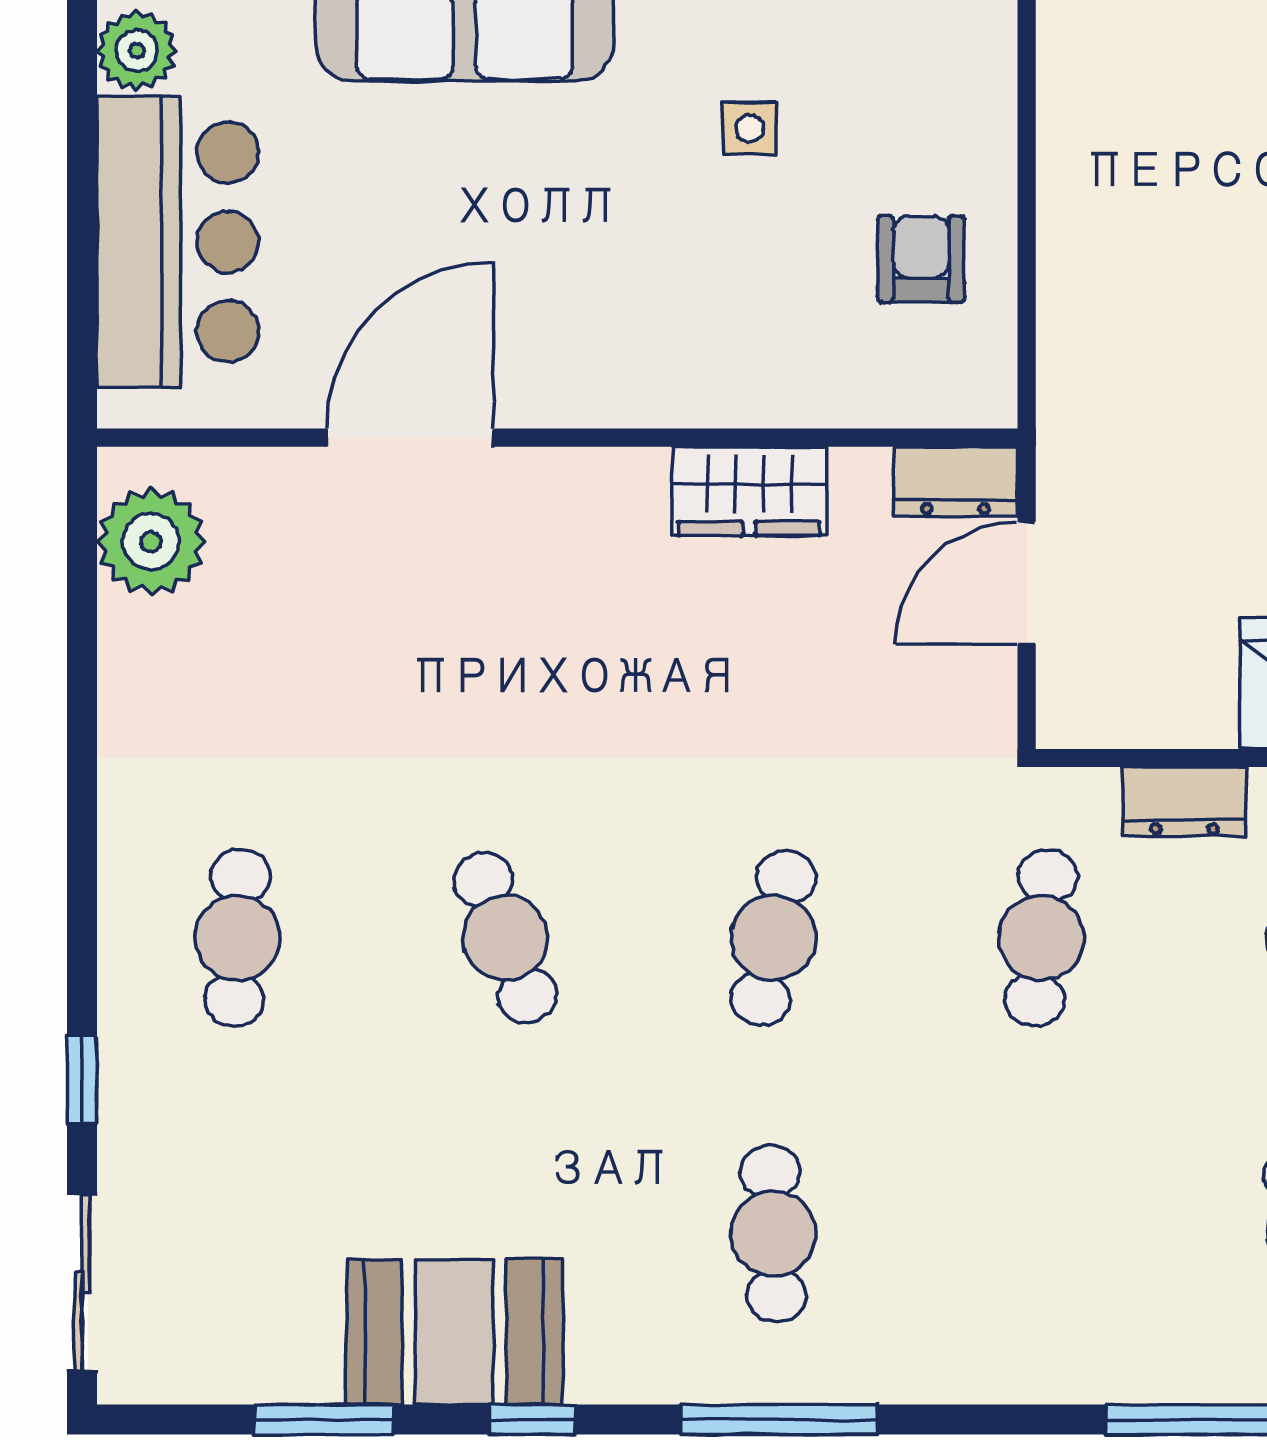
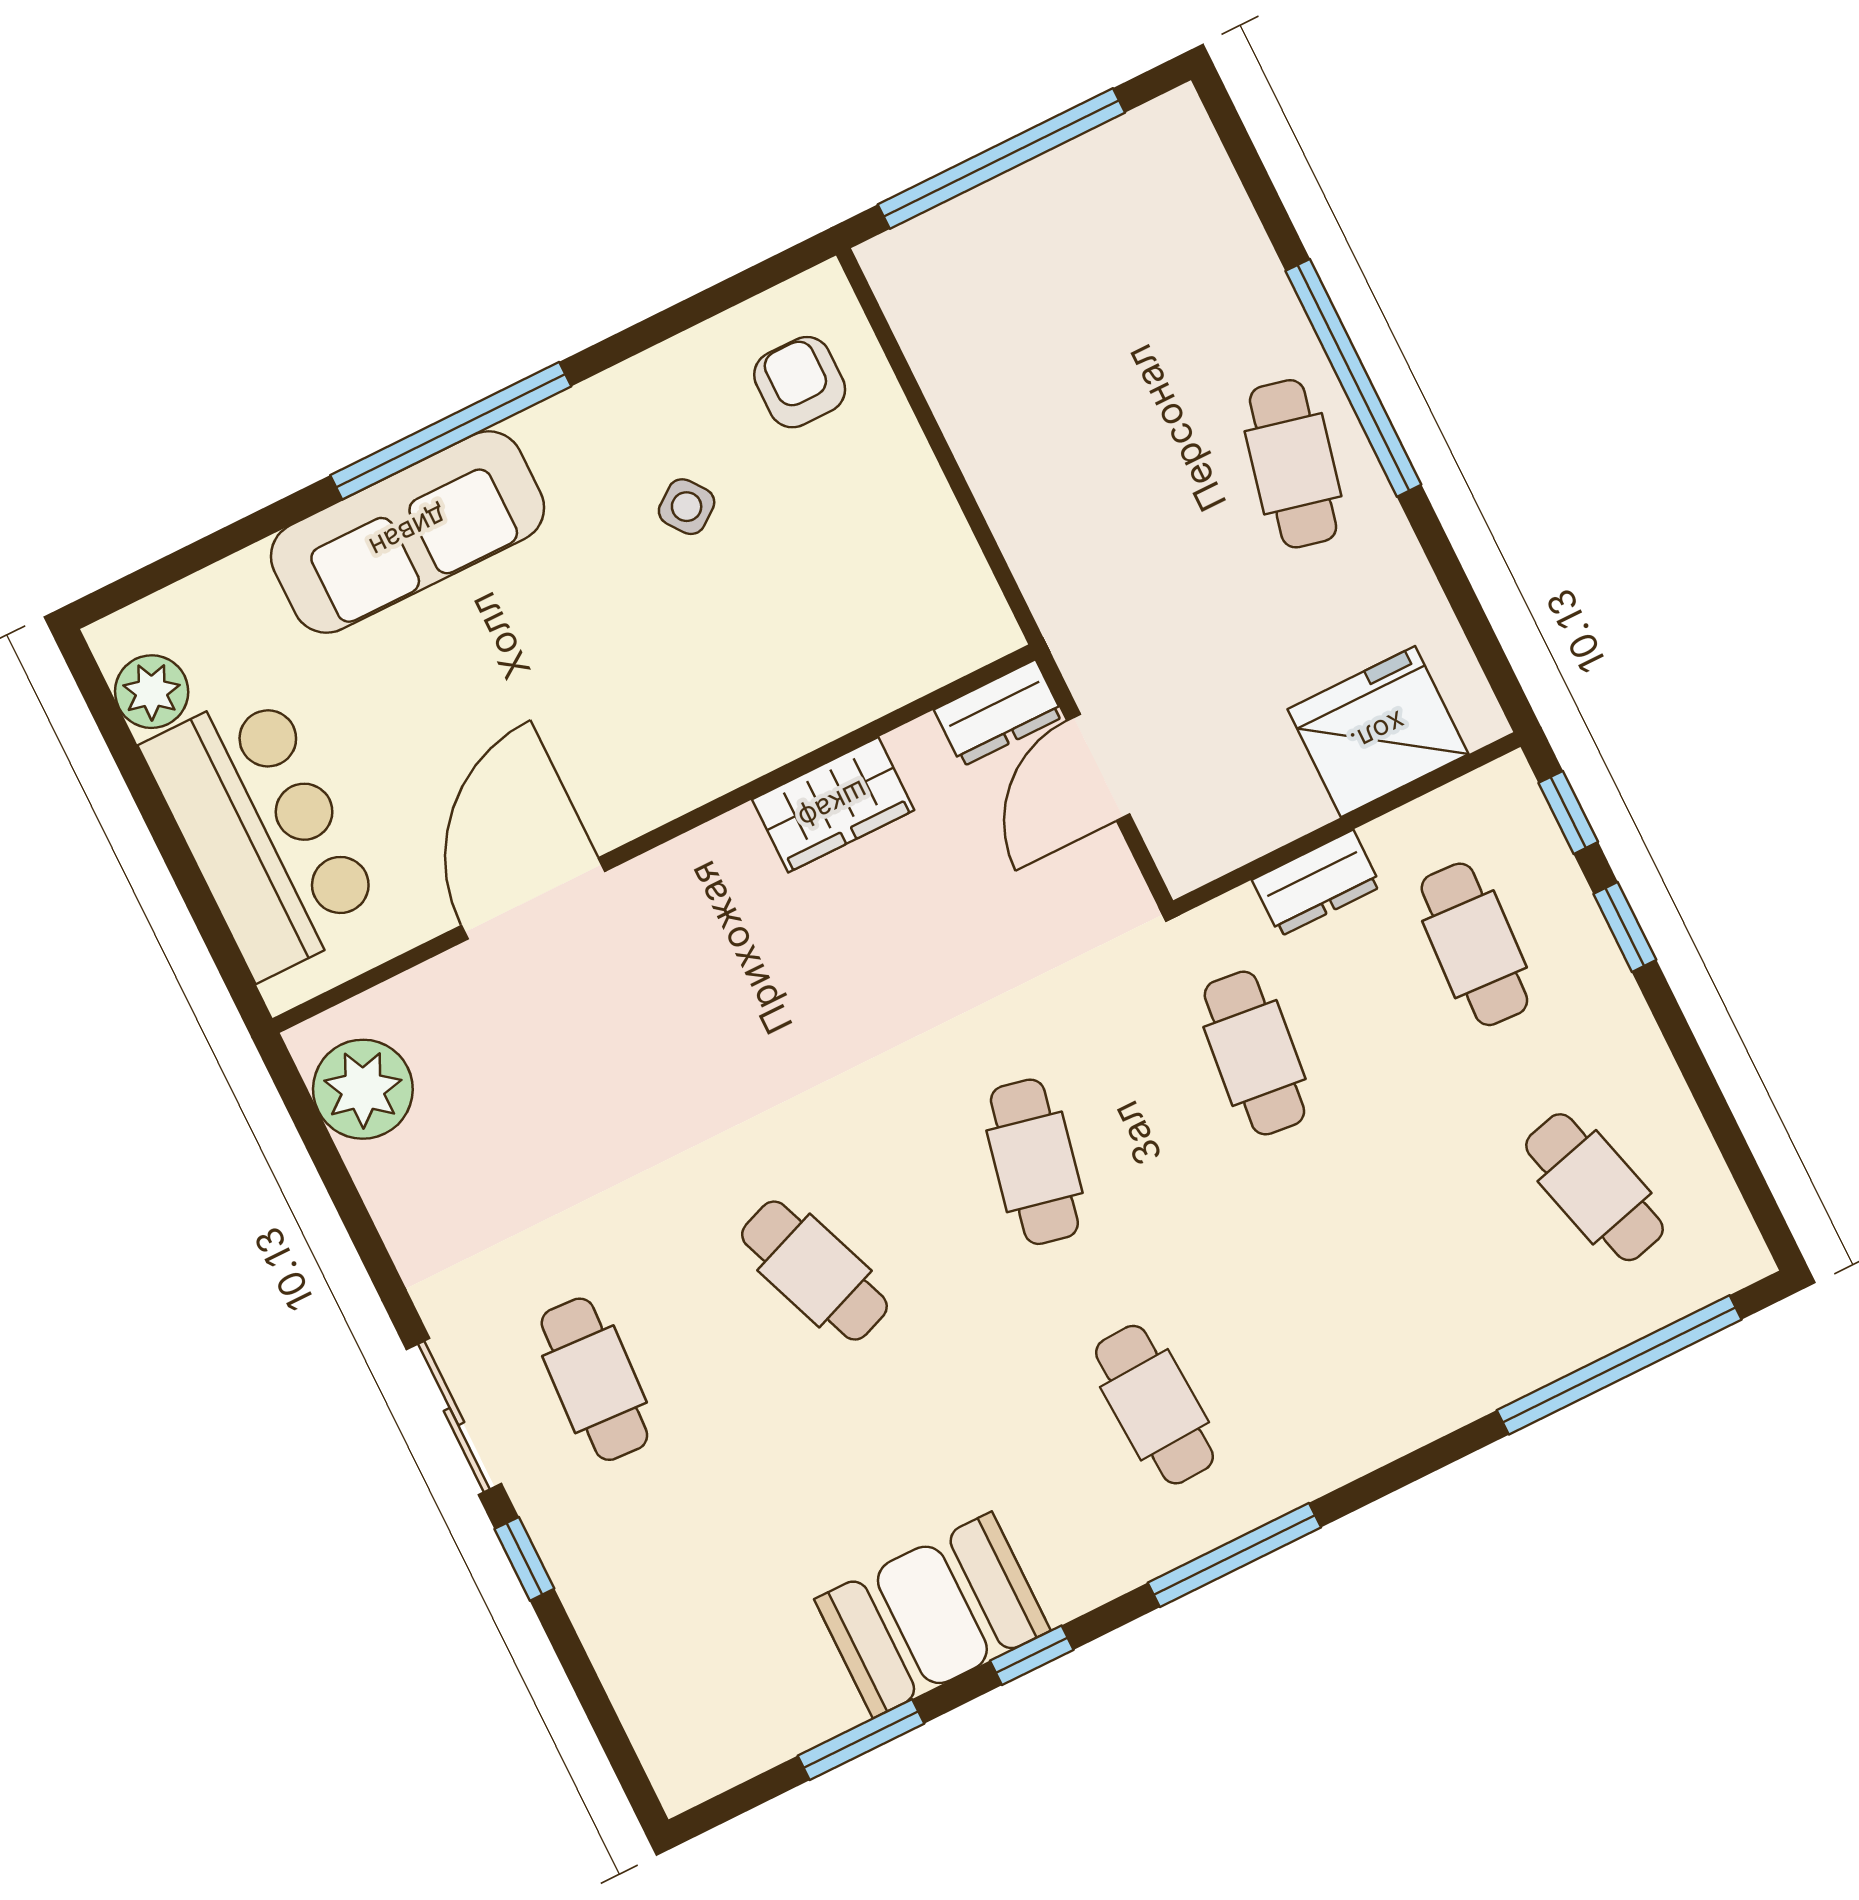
side table: (750, 128) -> (687, 507), turned -37
armchair: (921, 259) -> (800, 382), moved
sliding door: (82, 1283) -> (454, 1417), moved

